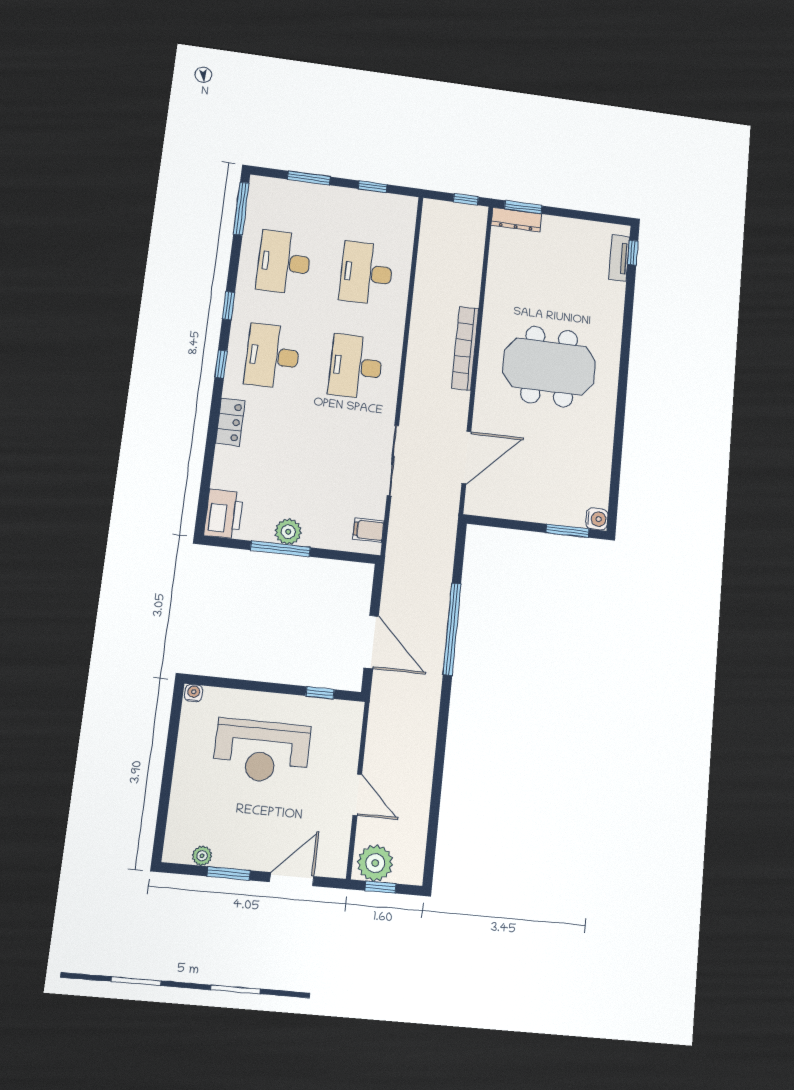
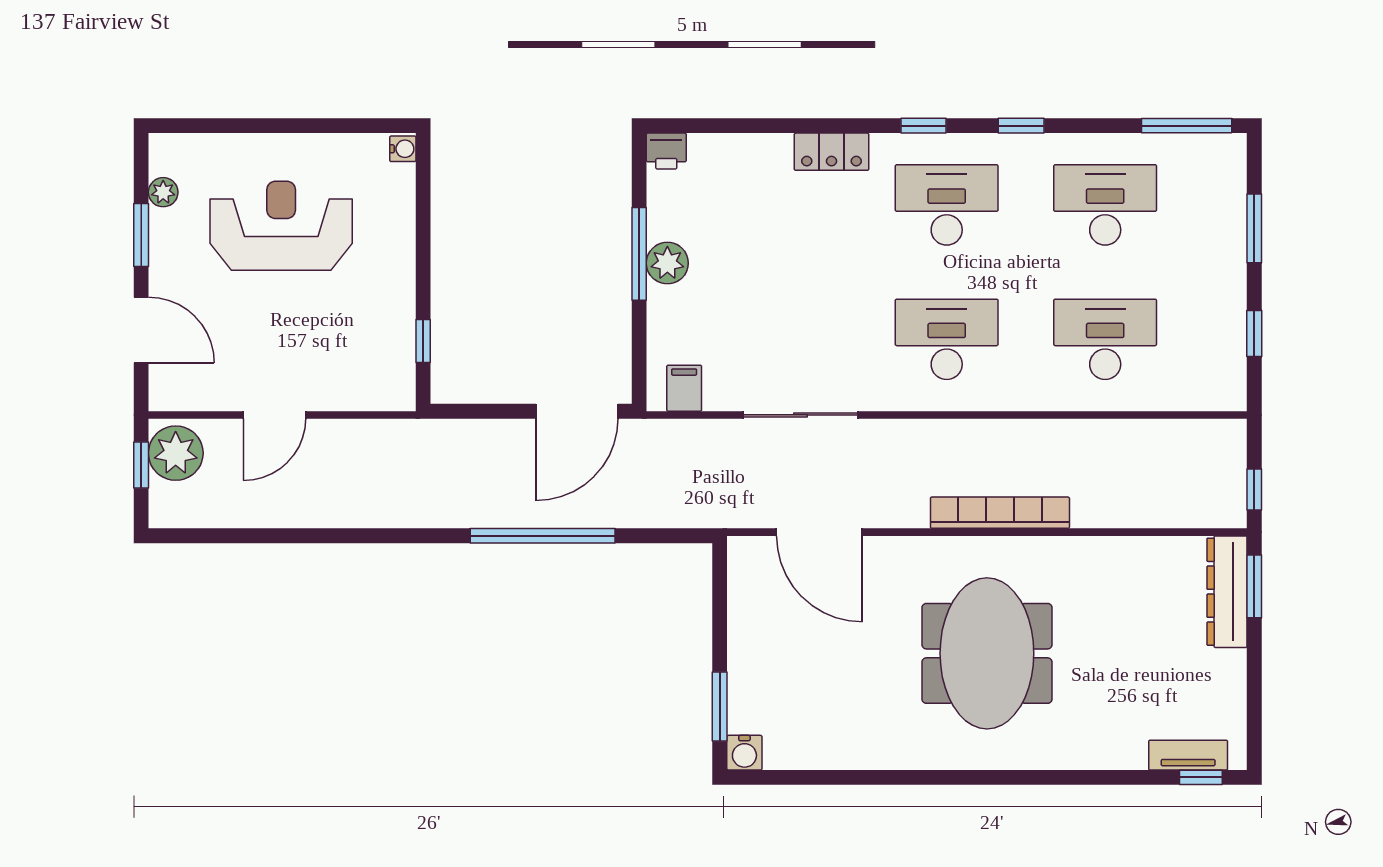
dresser: (516, 220) -> (1227, 592), width x1.37, depth x1.24
printer: (224, 514) -> (666, 151), width x0.53, depth x0.68
door: (371, 642) -> (577, 411), moved
reception desk: (262, 751) -> (281, 226), moved, turned 90

